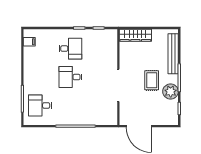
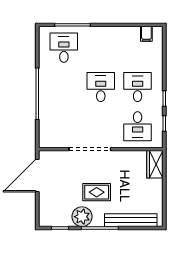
wardrobe: (135, 35) -> (155, 164), width x0.67
desk: (70, 49) -> (138, 87), turned 180
desk: (101, 49) -> (138, 126), added

